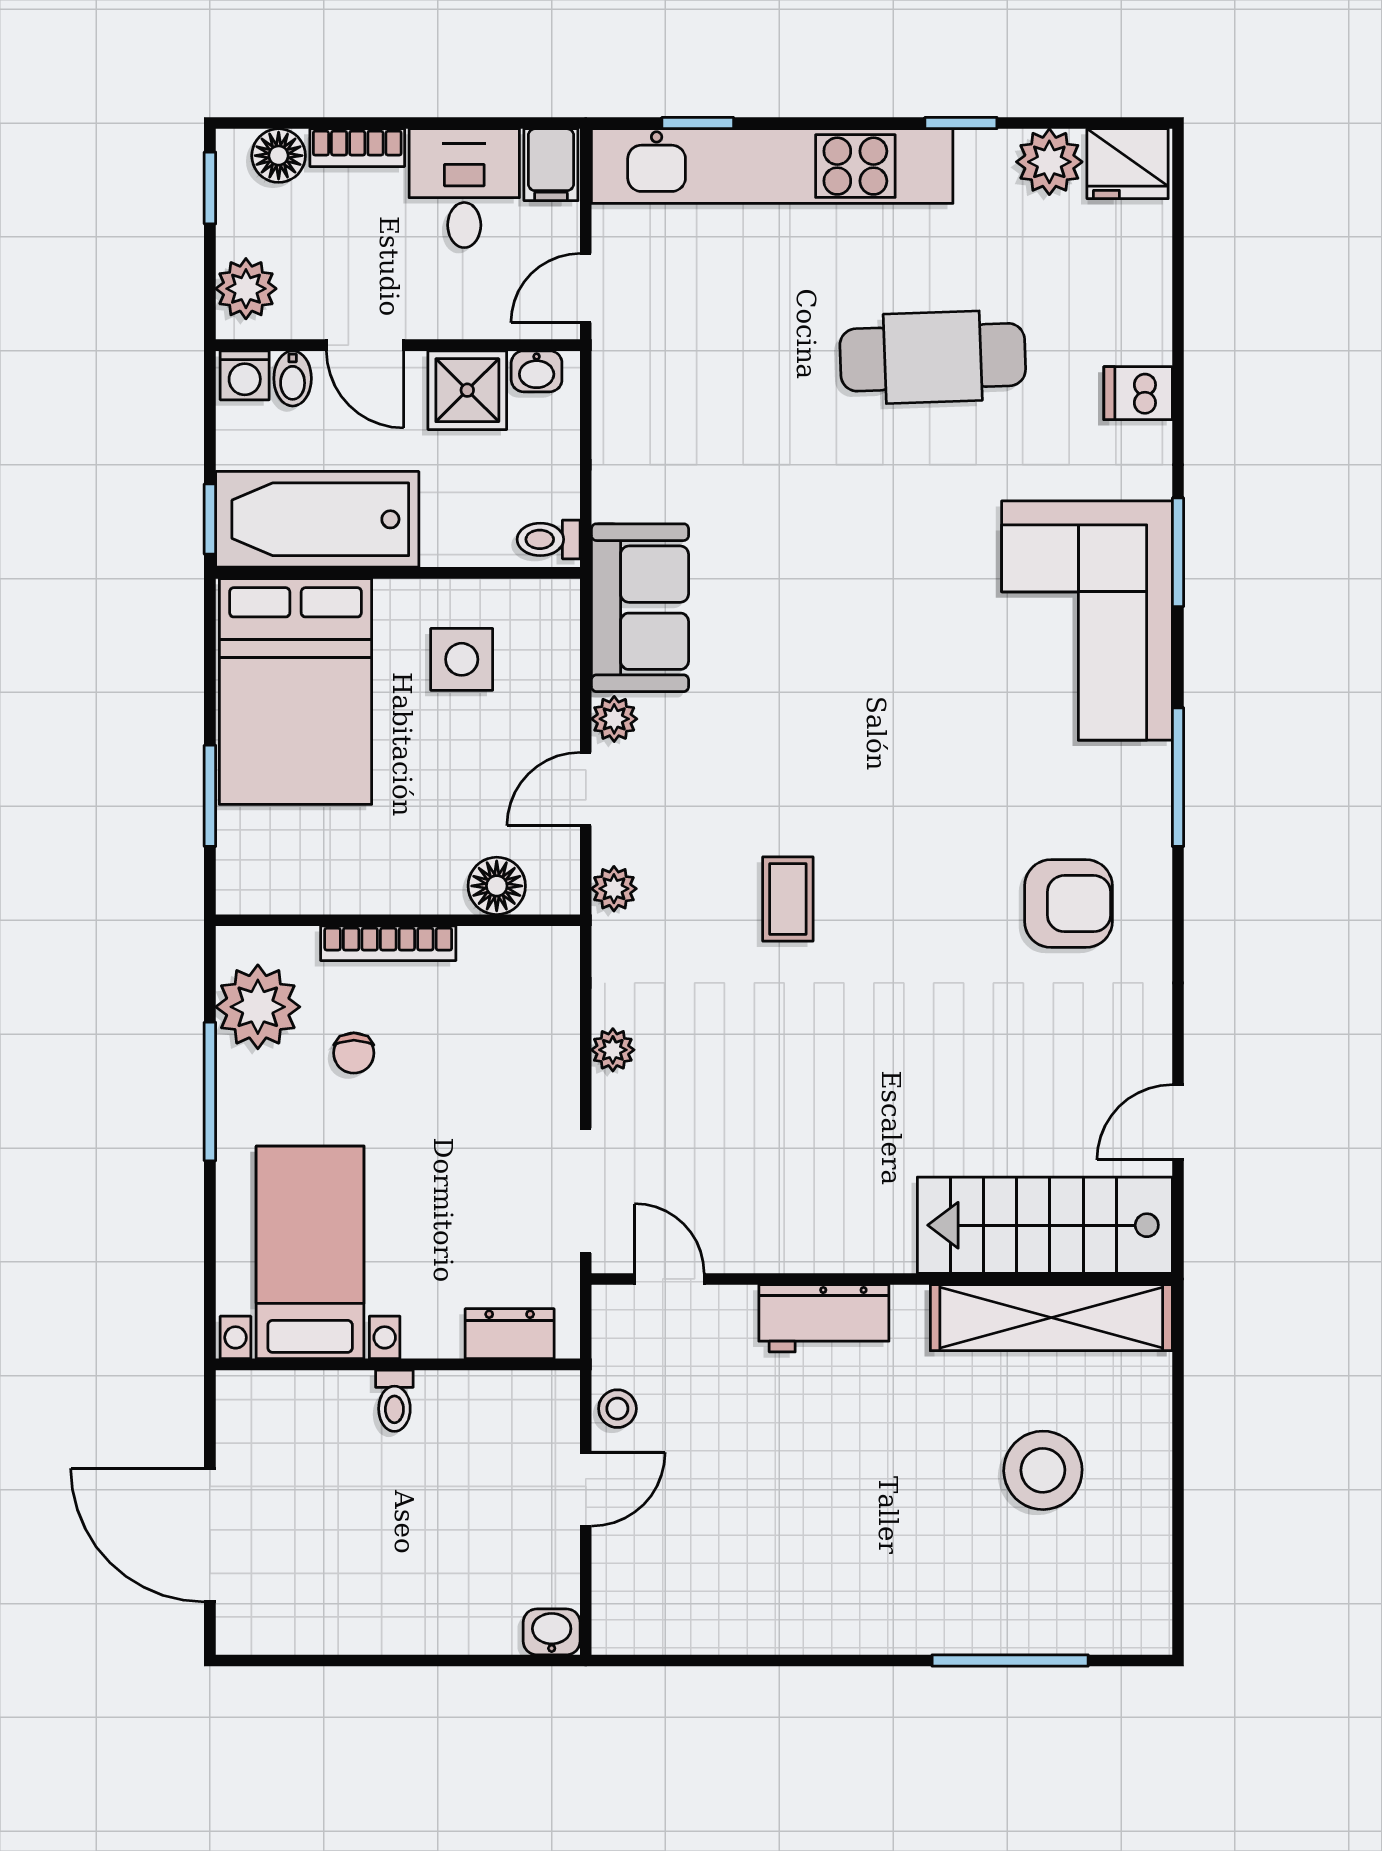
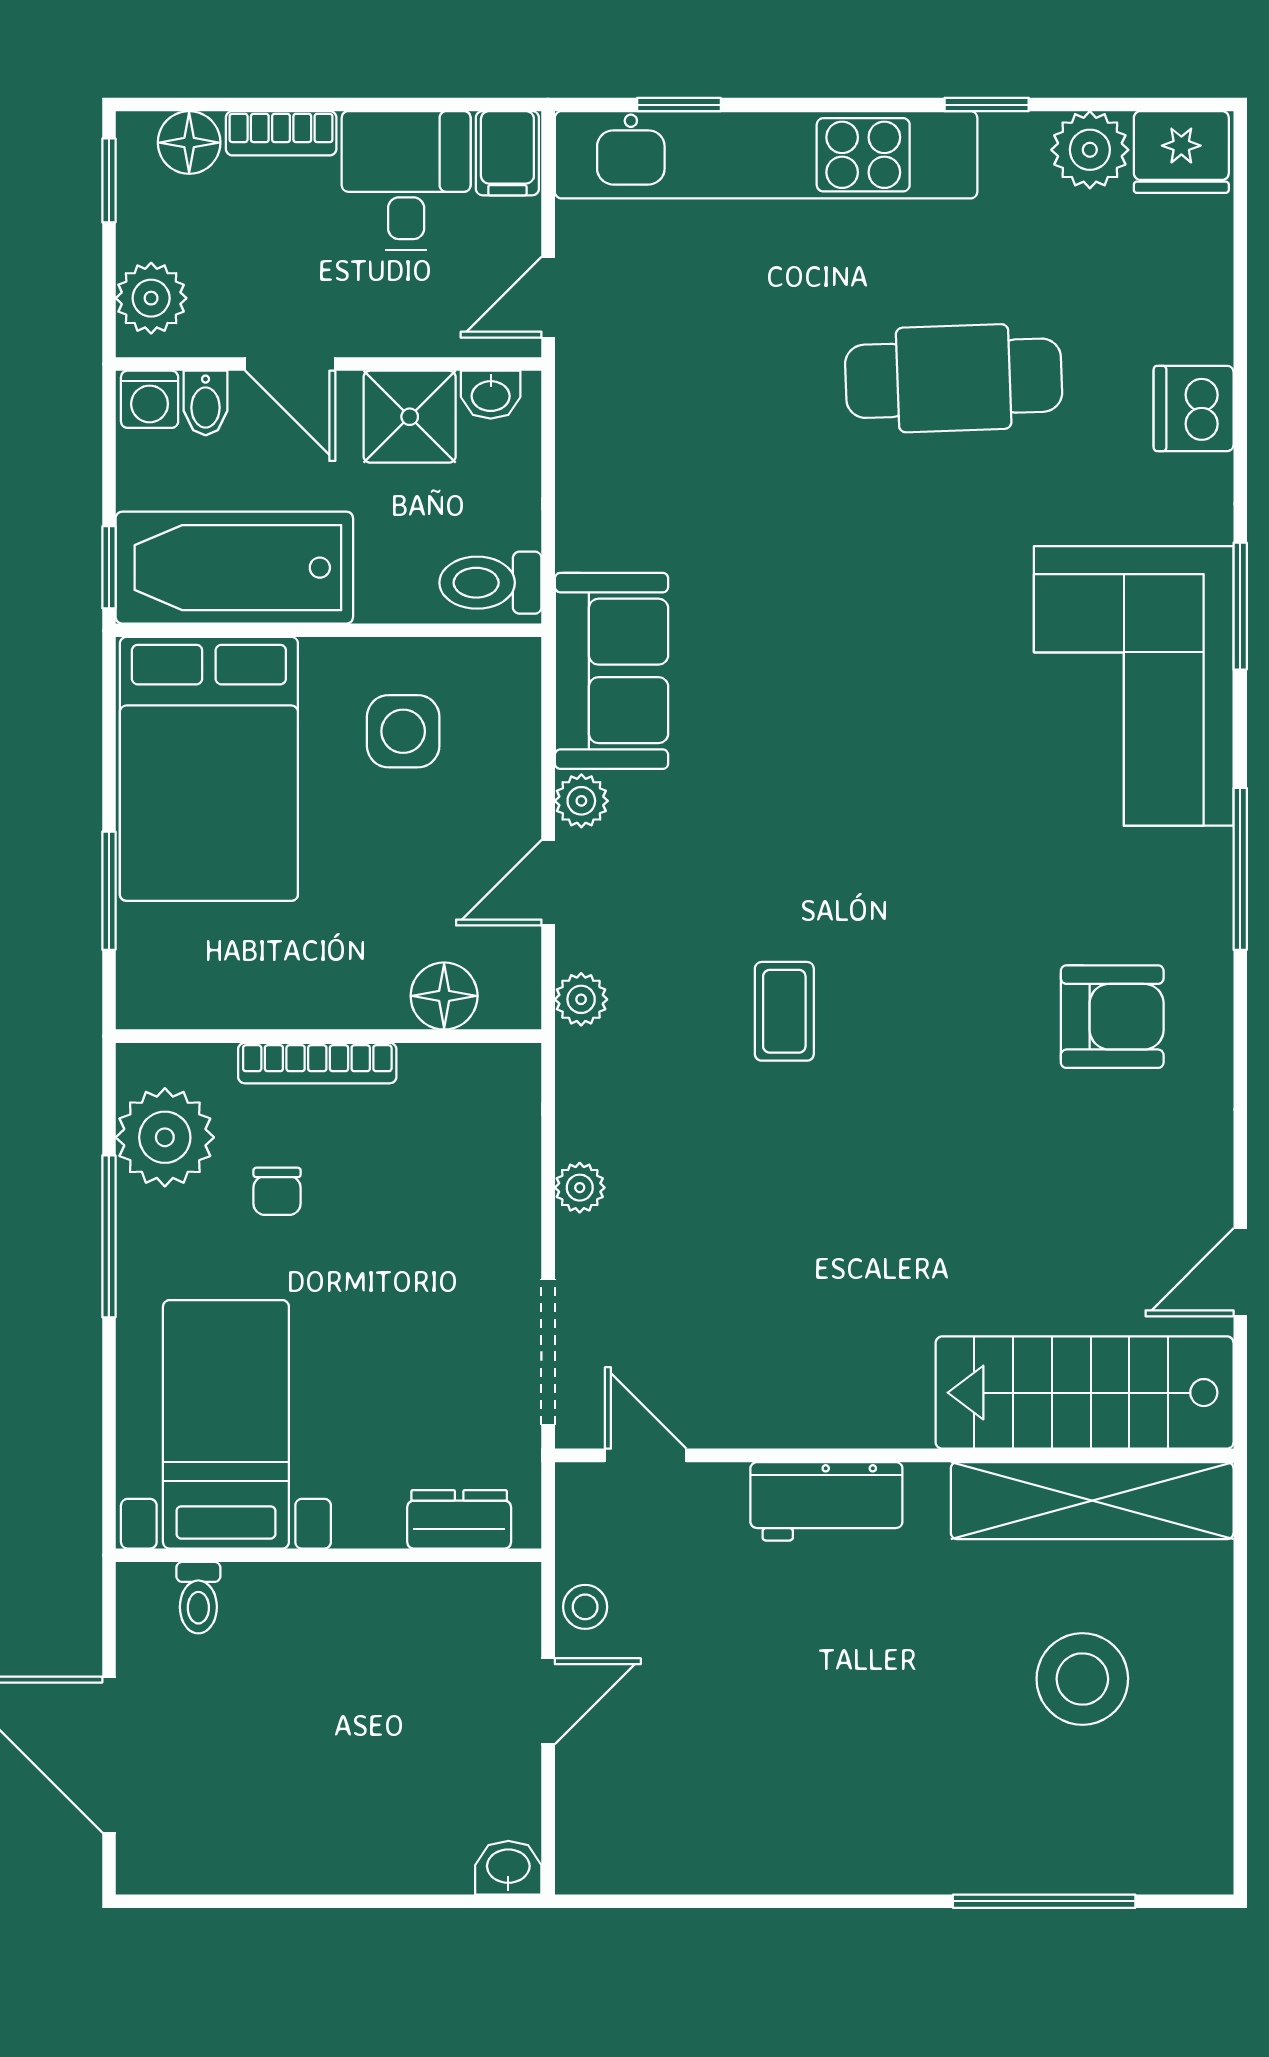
dishwasher: (1138, 393) -> (1194, 408), width x1.38
toilet: (549, 539) -> (490, 583), width x1.37, depth x1.39
toilet: (394, 1401) -> (198, 1598), moved

